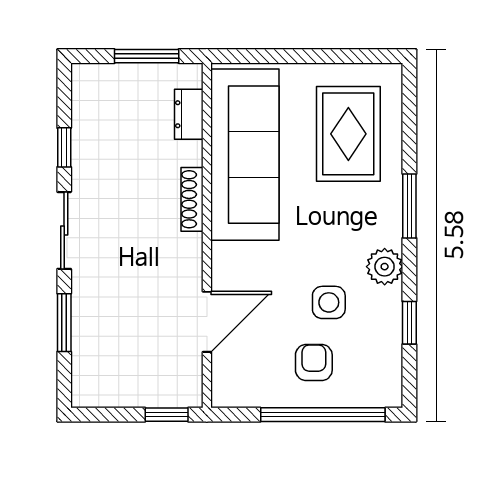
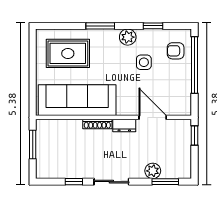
dresser: (189, 114) -> (124, 125), moved
plant: (88, 322) -> (153, 171), added
window: (64, 323) -> (165, 182), moved
armchair: (314, 362) -> (176, 51), moved

